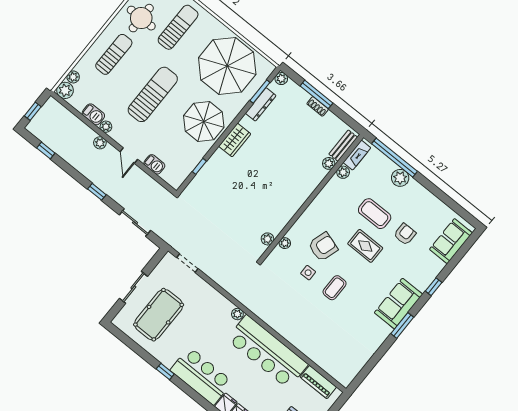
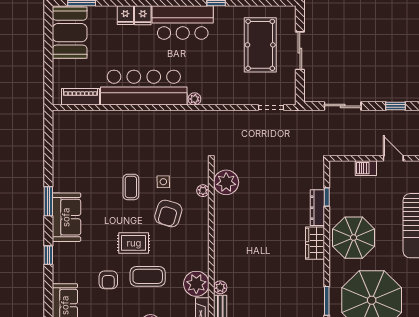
dresser: (261, 104) -> (317, 208), moved
plant: (343, 172) -> (196, 284), width x1.87, depth x1.87
plant: (267, 239) -> (226, 182), width x1.87, depth x1.87

